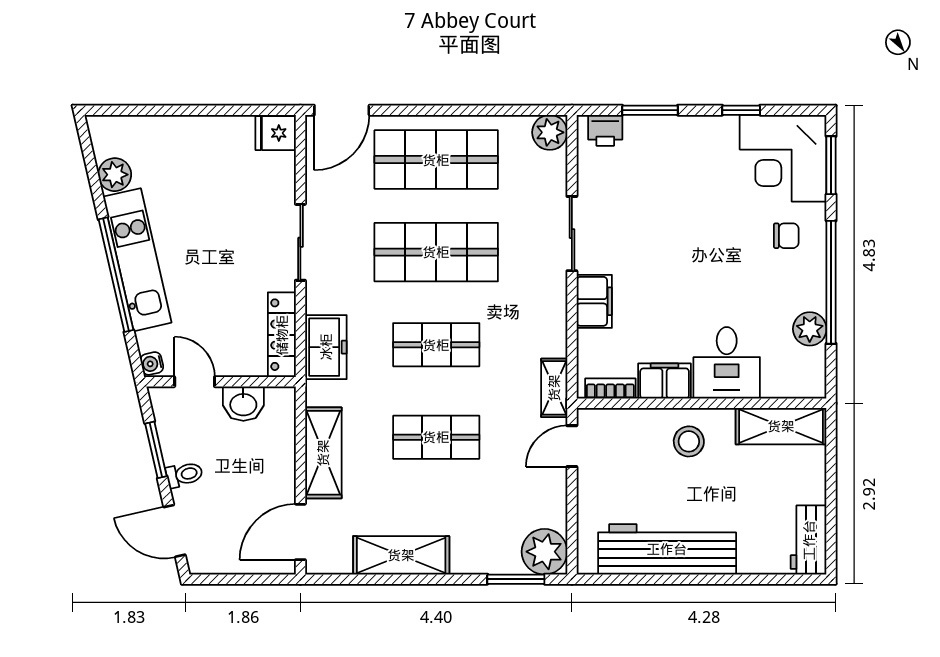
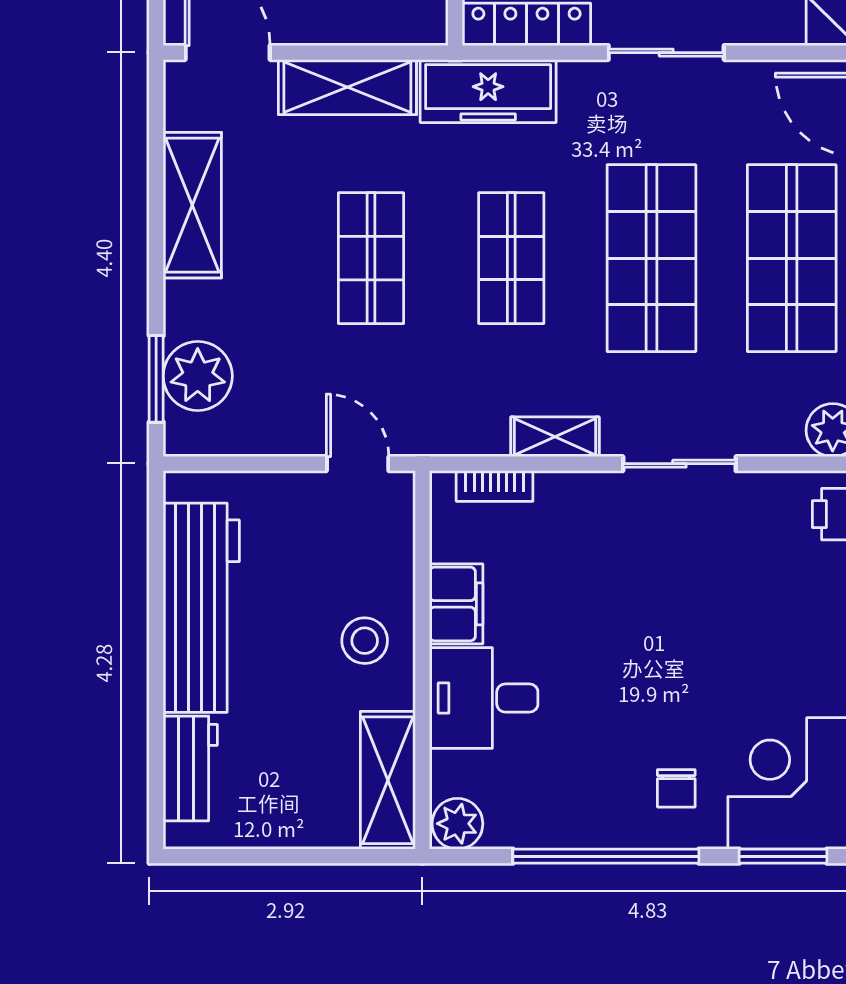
filing cabinet: (594, 301) -> (577, 498), removed
plant: (810, 329) -> (457, 824), moved
freezer: (326, 347) -> (488, 91), width x1.40
shelving: (554, 388) -> (555, 437), moved
bookcase: (610, 389) -> (495, 486), moved, turned 90
workbench: (809, 540) -> (190, 768), moved, turned 90
plant: (545, 552) -> (198, 376), moved

